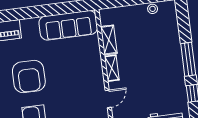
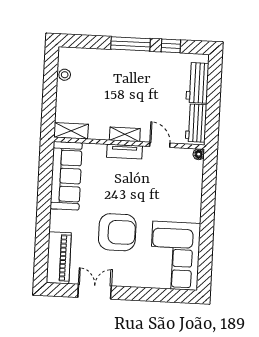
shelving: (109, 40) -> (71, 131), moved
tv unit: (97, 70) -> (124, 152), added

